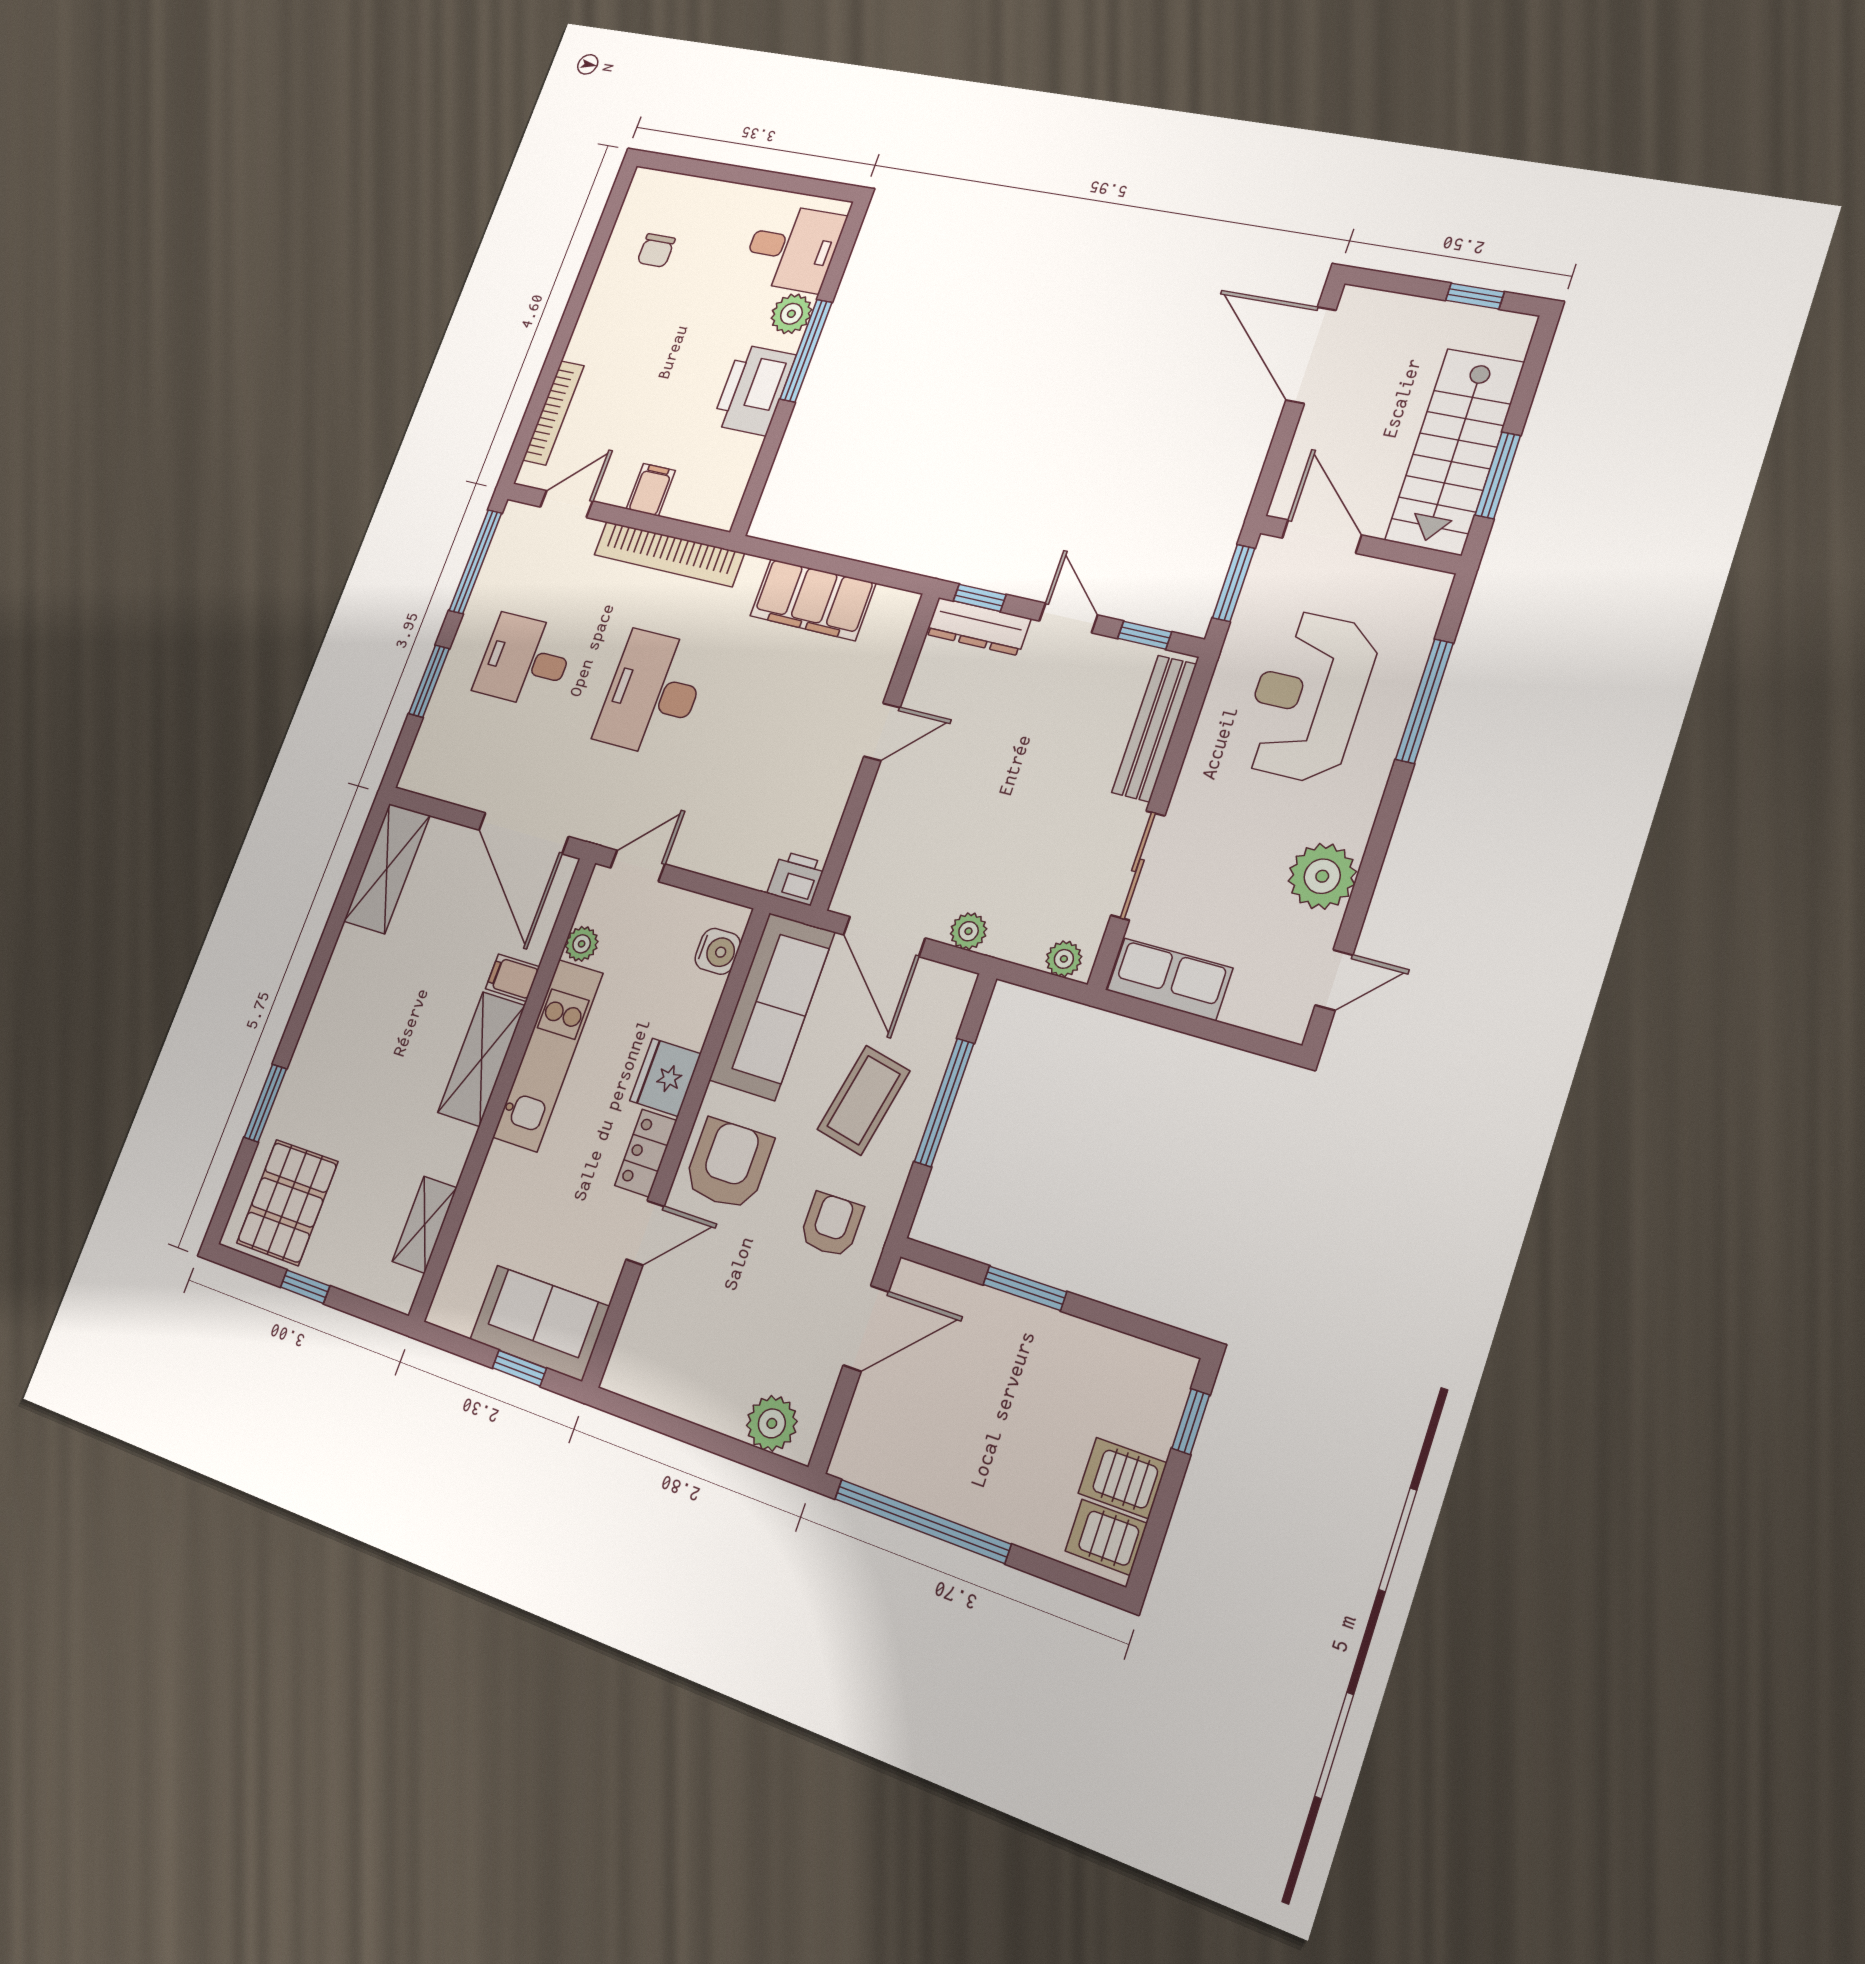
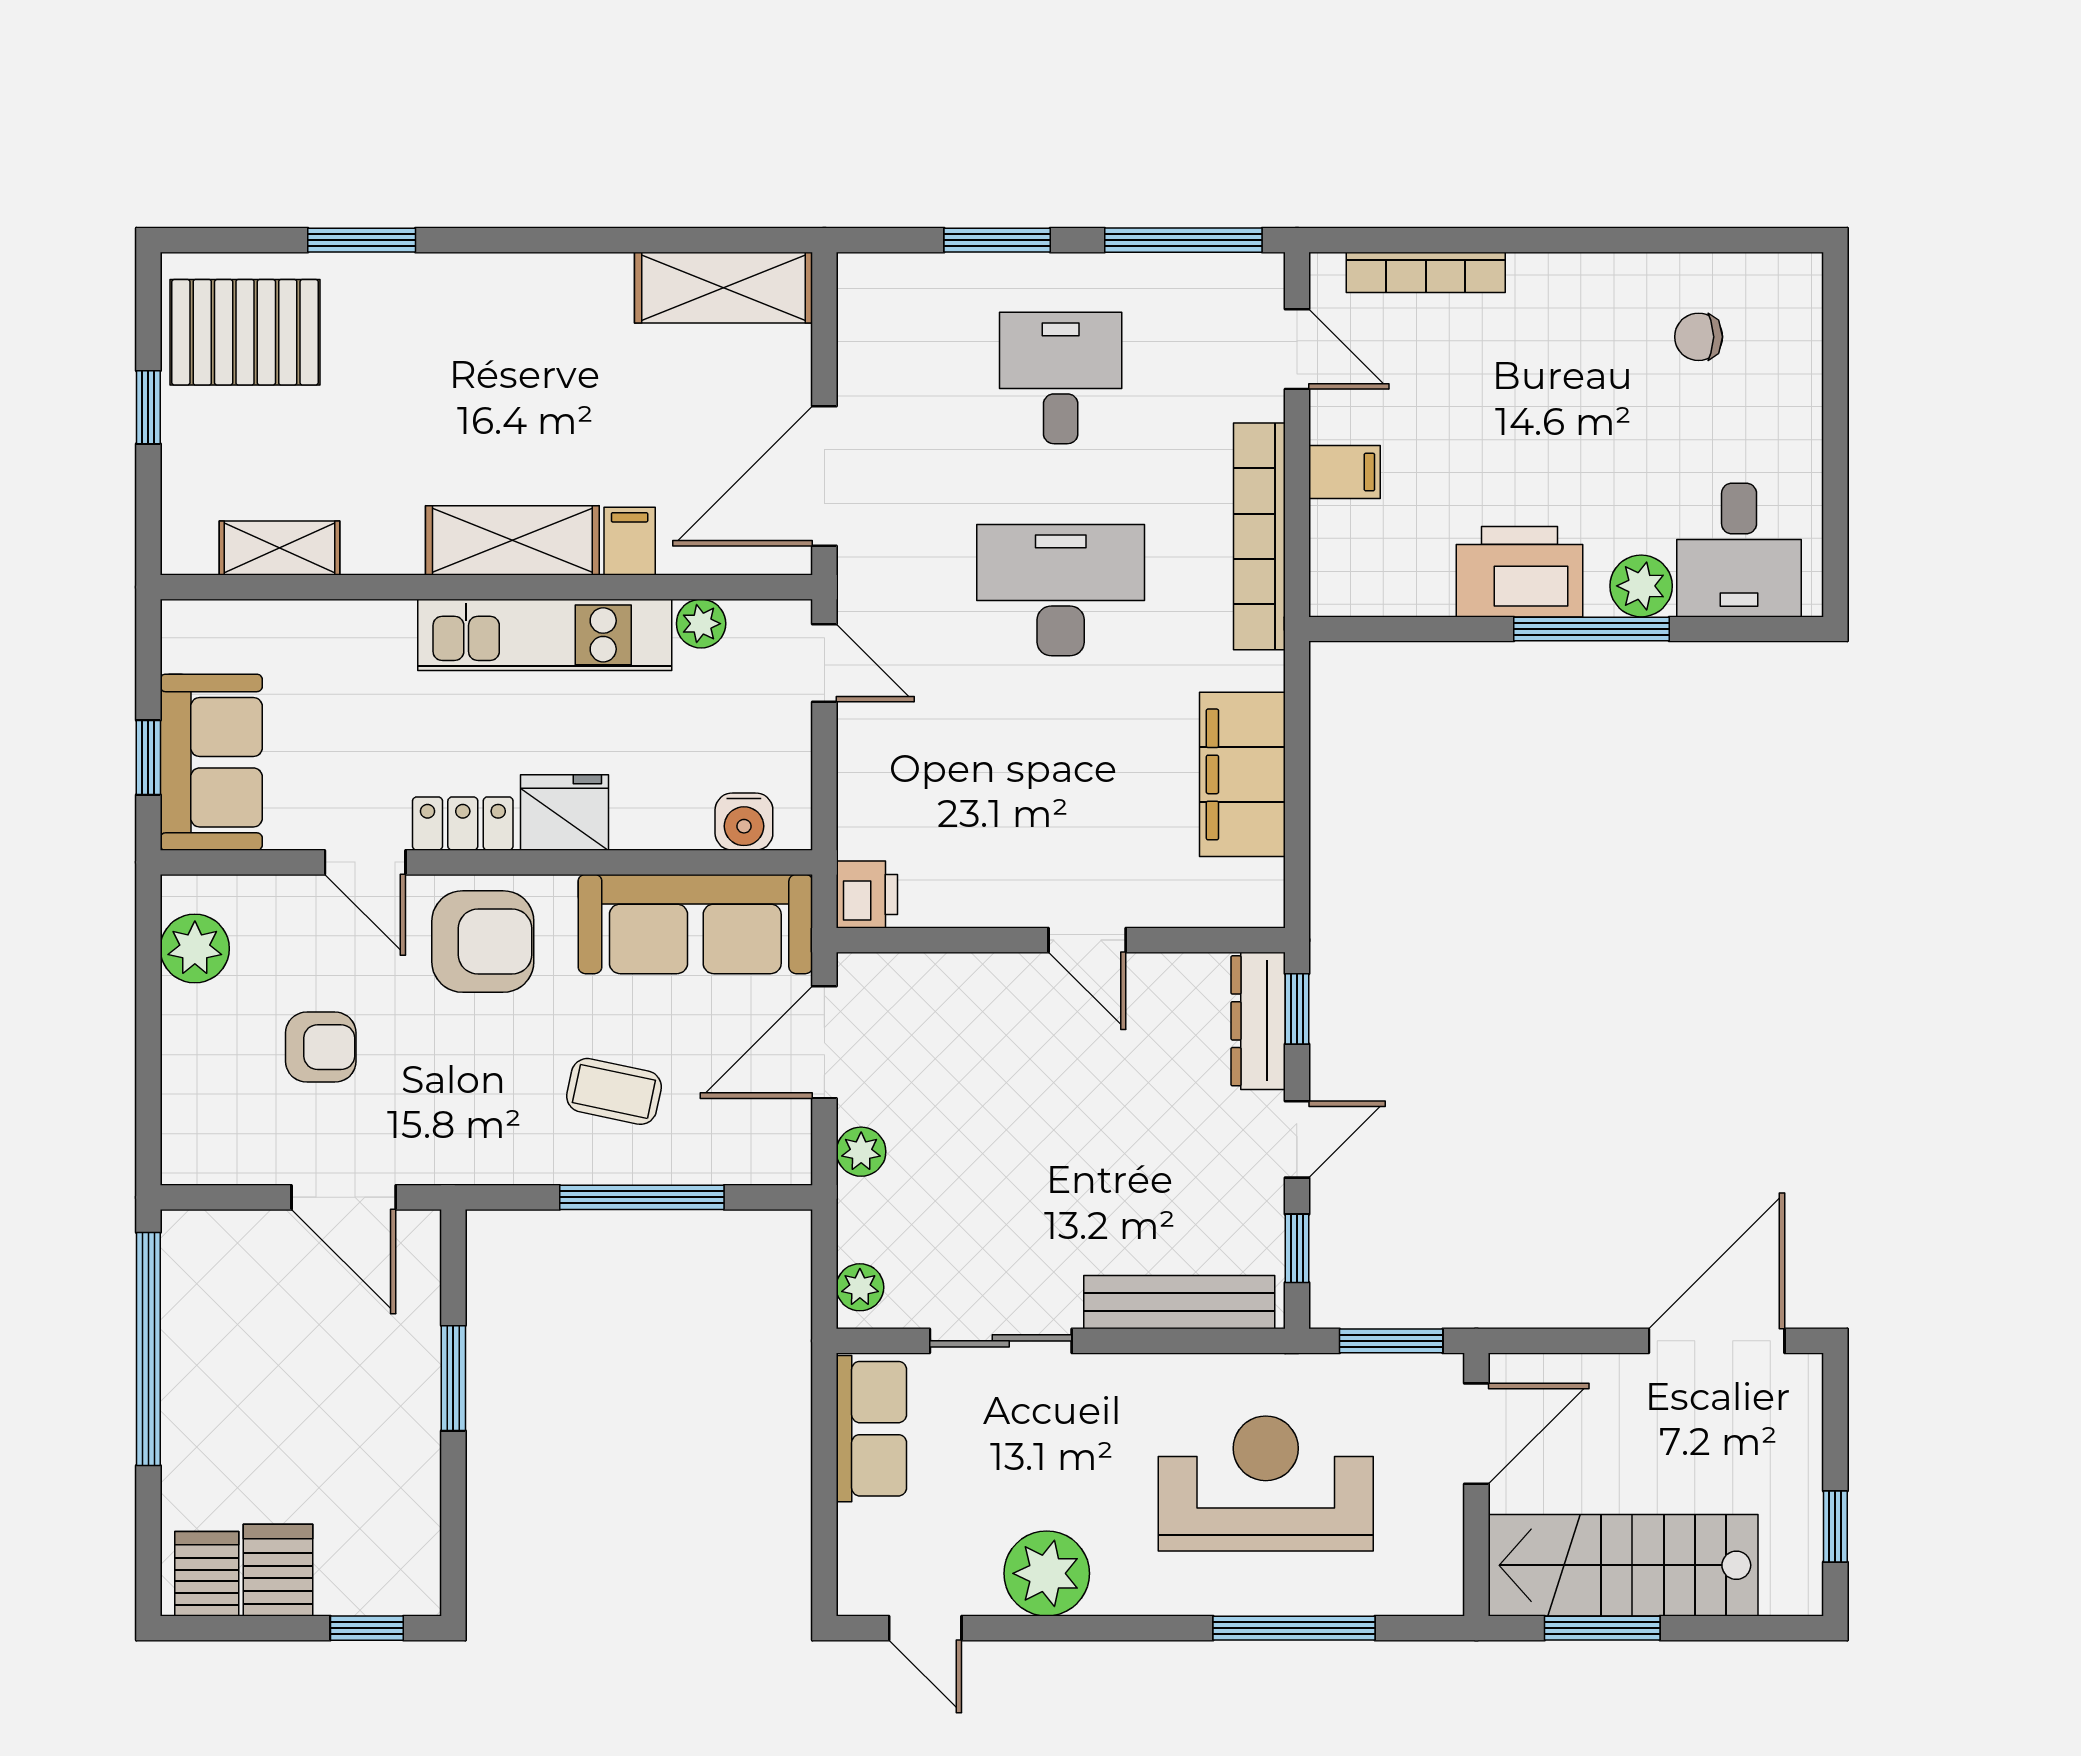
coffee table: (864, 1100) -> (614, 1091), width x0.73, depth x0.77
armchair: (831, 1225) -> (321, 1047), moved
plant: (772, 1423) -> (195, 949), moved

